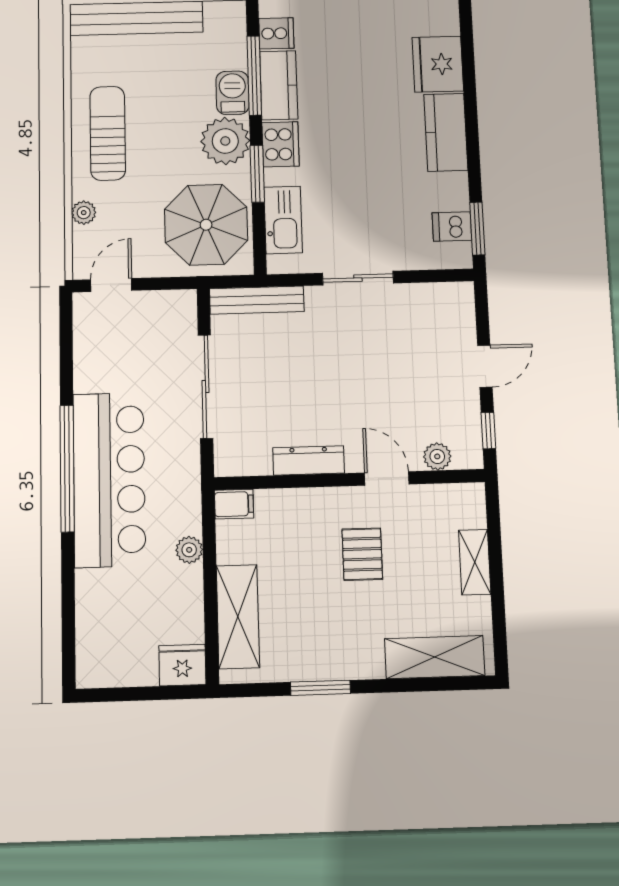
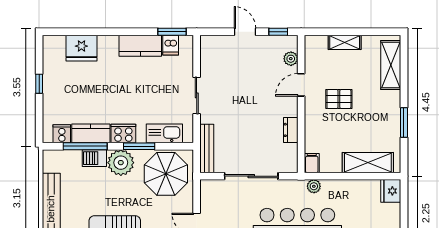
kitchen counter: (446, 132) -> (140, 46), moved
dresser: (309, 460) -> (291, 130), width x0.70
plant: (189, 550) -> (314, 186), moved

